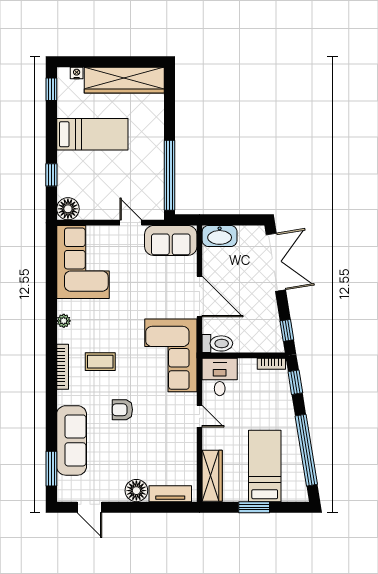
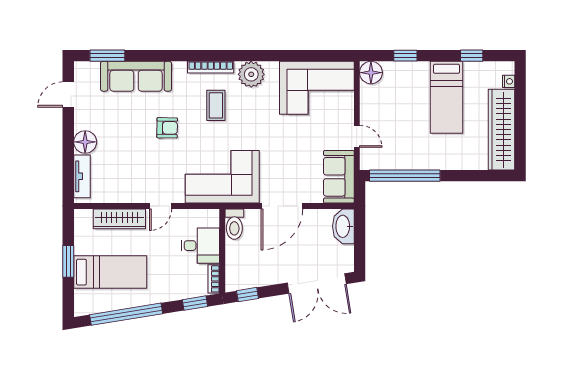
window: (51, 89) -> (472, 56), moved
door: (131, 223) -> (357, 136), hinge flipped
plant: (64, 321) -> (251, 74), width x1.88, depth x1.88
desk: (220, 377) -> (200, 246), moved
armchair: (122, 410) -> (167, 128), turned 91
wardrobe: (212, 476) -> (119, 219), moved

